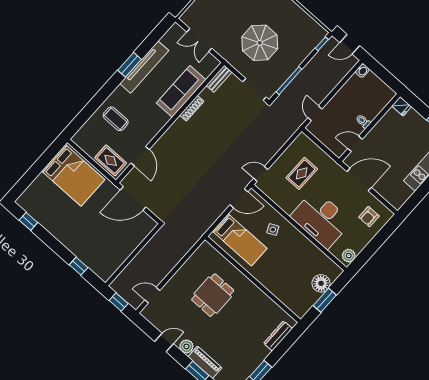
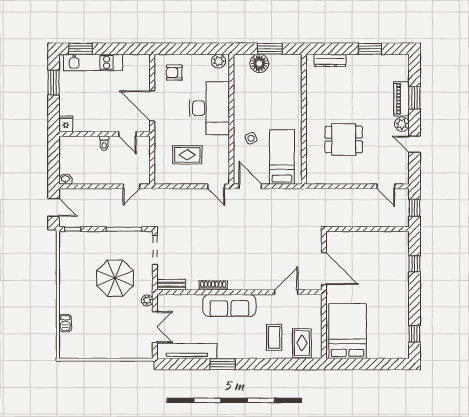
plant: (223, 52) -> (147, 300), added
tv unit: (144, 67) -> (187, 351), moved
sofa: (181, 91) -> (229, 305), moved
rug: (111, 160) -> (302, 343), moved
armchair: (369, 217) -> (174, 73), turned 180

